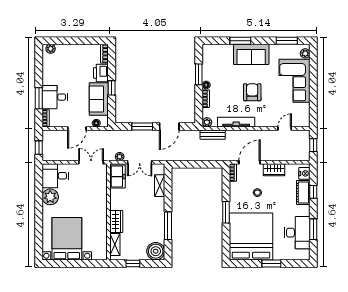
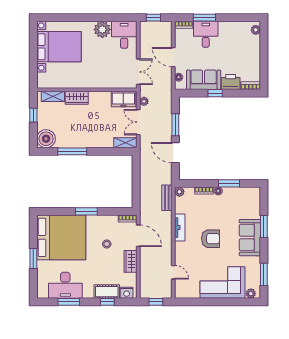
tv unit: (236, 122) -> (180, 227), width x0.71
shelving: (160, 186) -> (125, 143), moved

